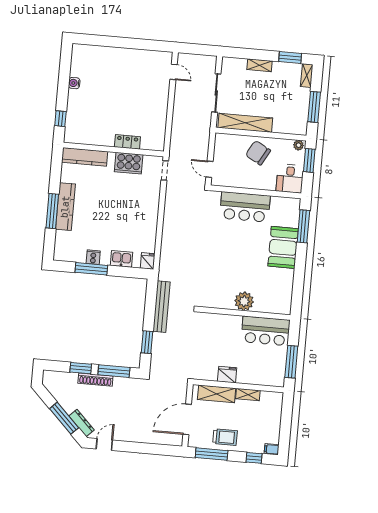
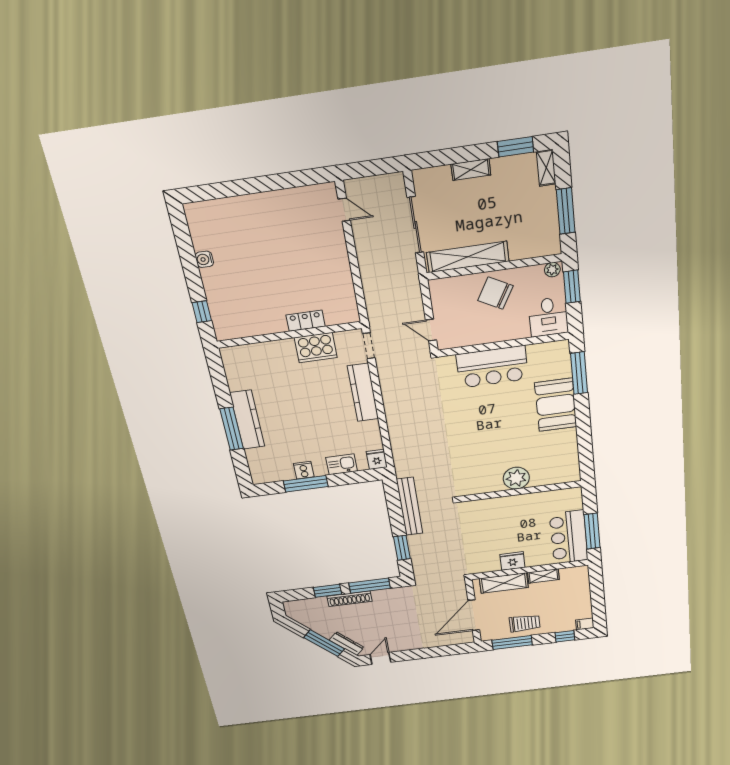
kitchen counter: (85, 157) -> (363, 392), moved, turned 90
bar counter: (266, 331) -> (569, 537), moved, turned 90

